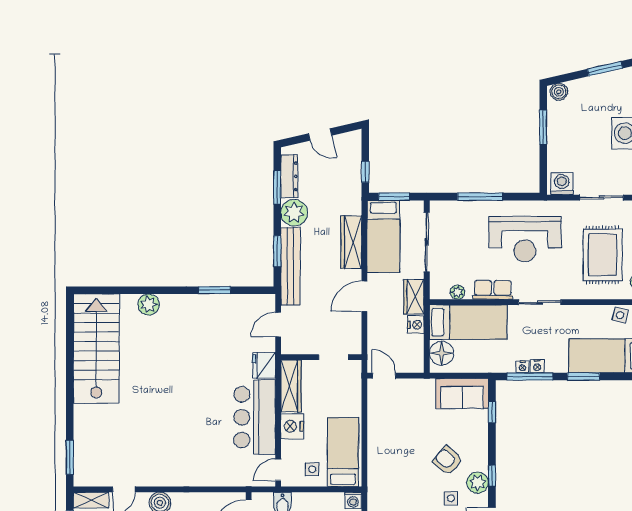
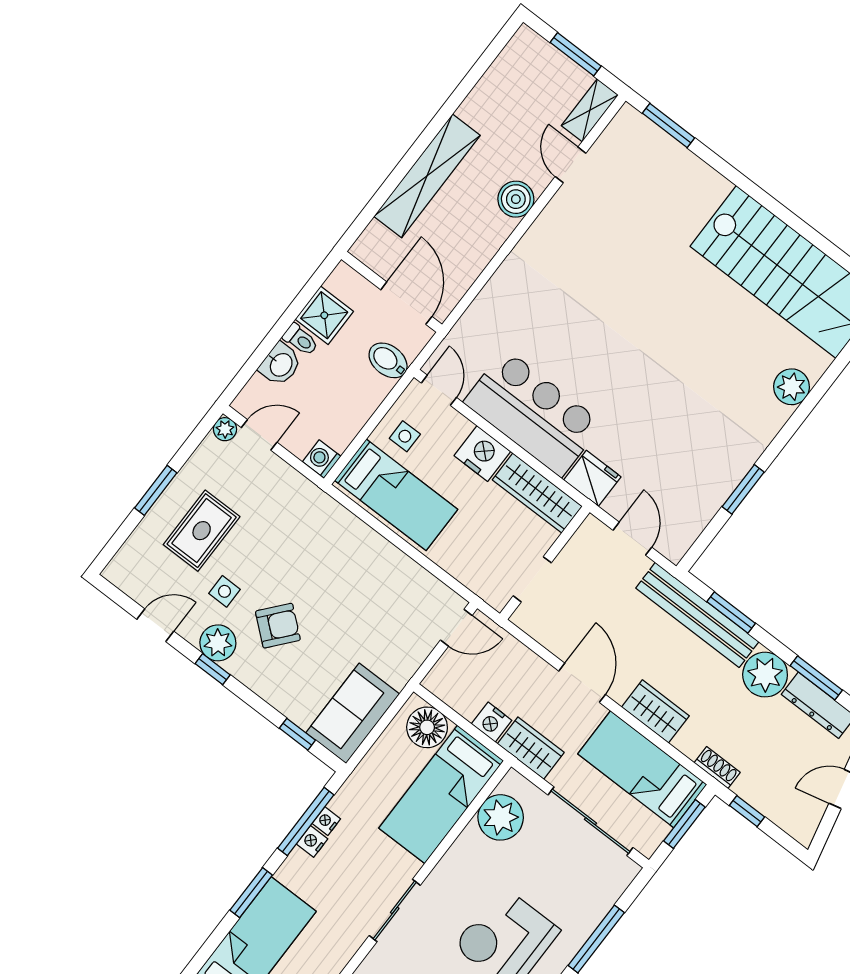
shoe rack: (355, 202) -> (717, 768), added
wardrobe: (351, 242) -> (655, 711), width x0.67
row of seats: (493, 290) -> (459, 860), removed
plant: (458, 292) -> (501, 817), width x1.88, depth x1.88

